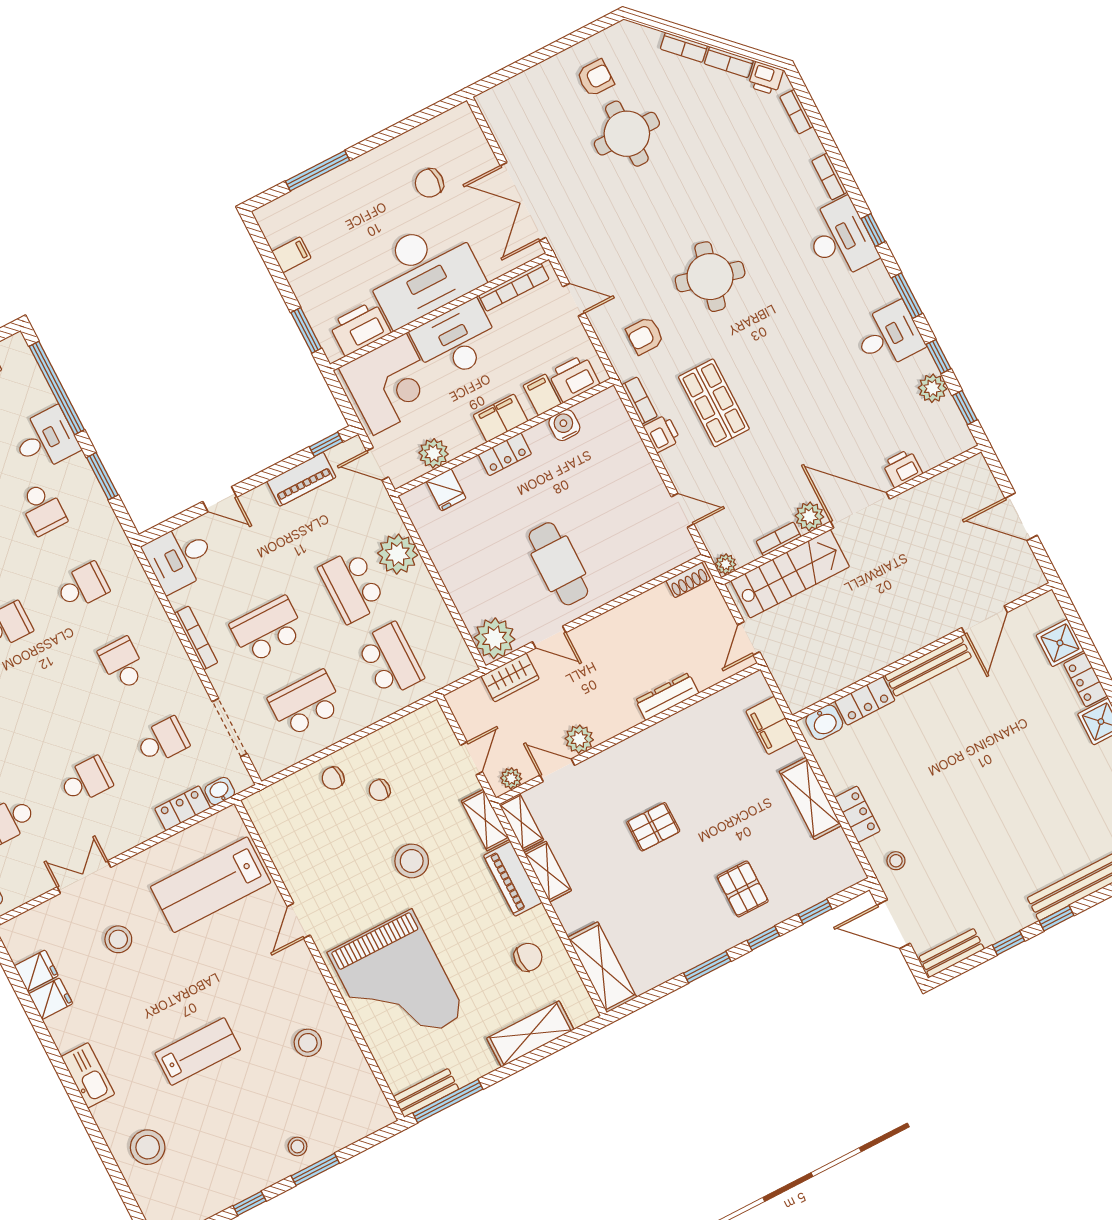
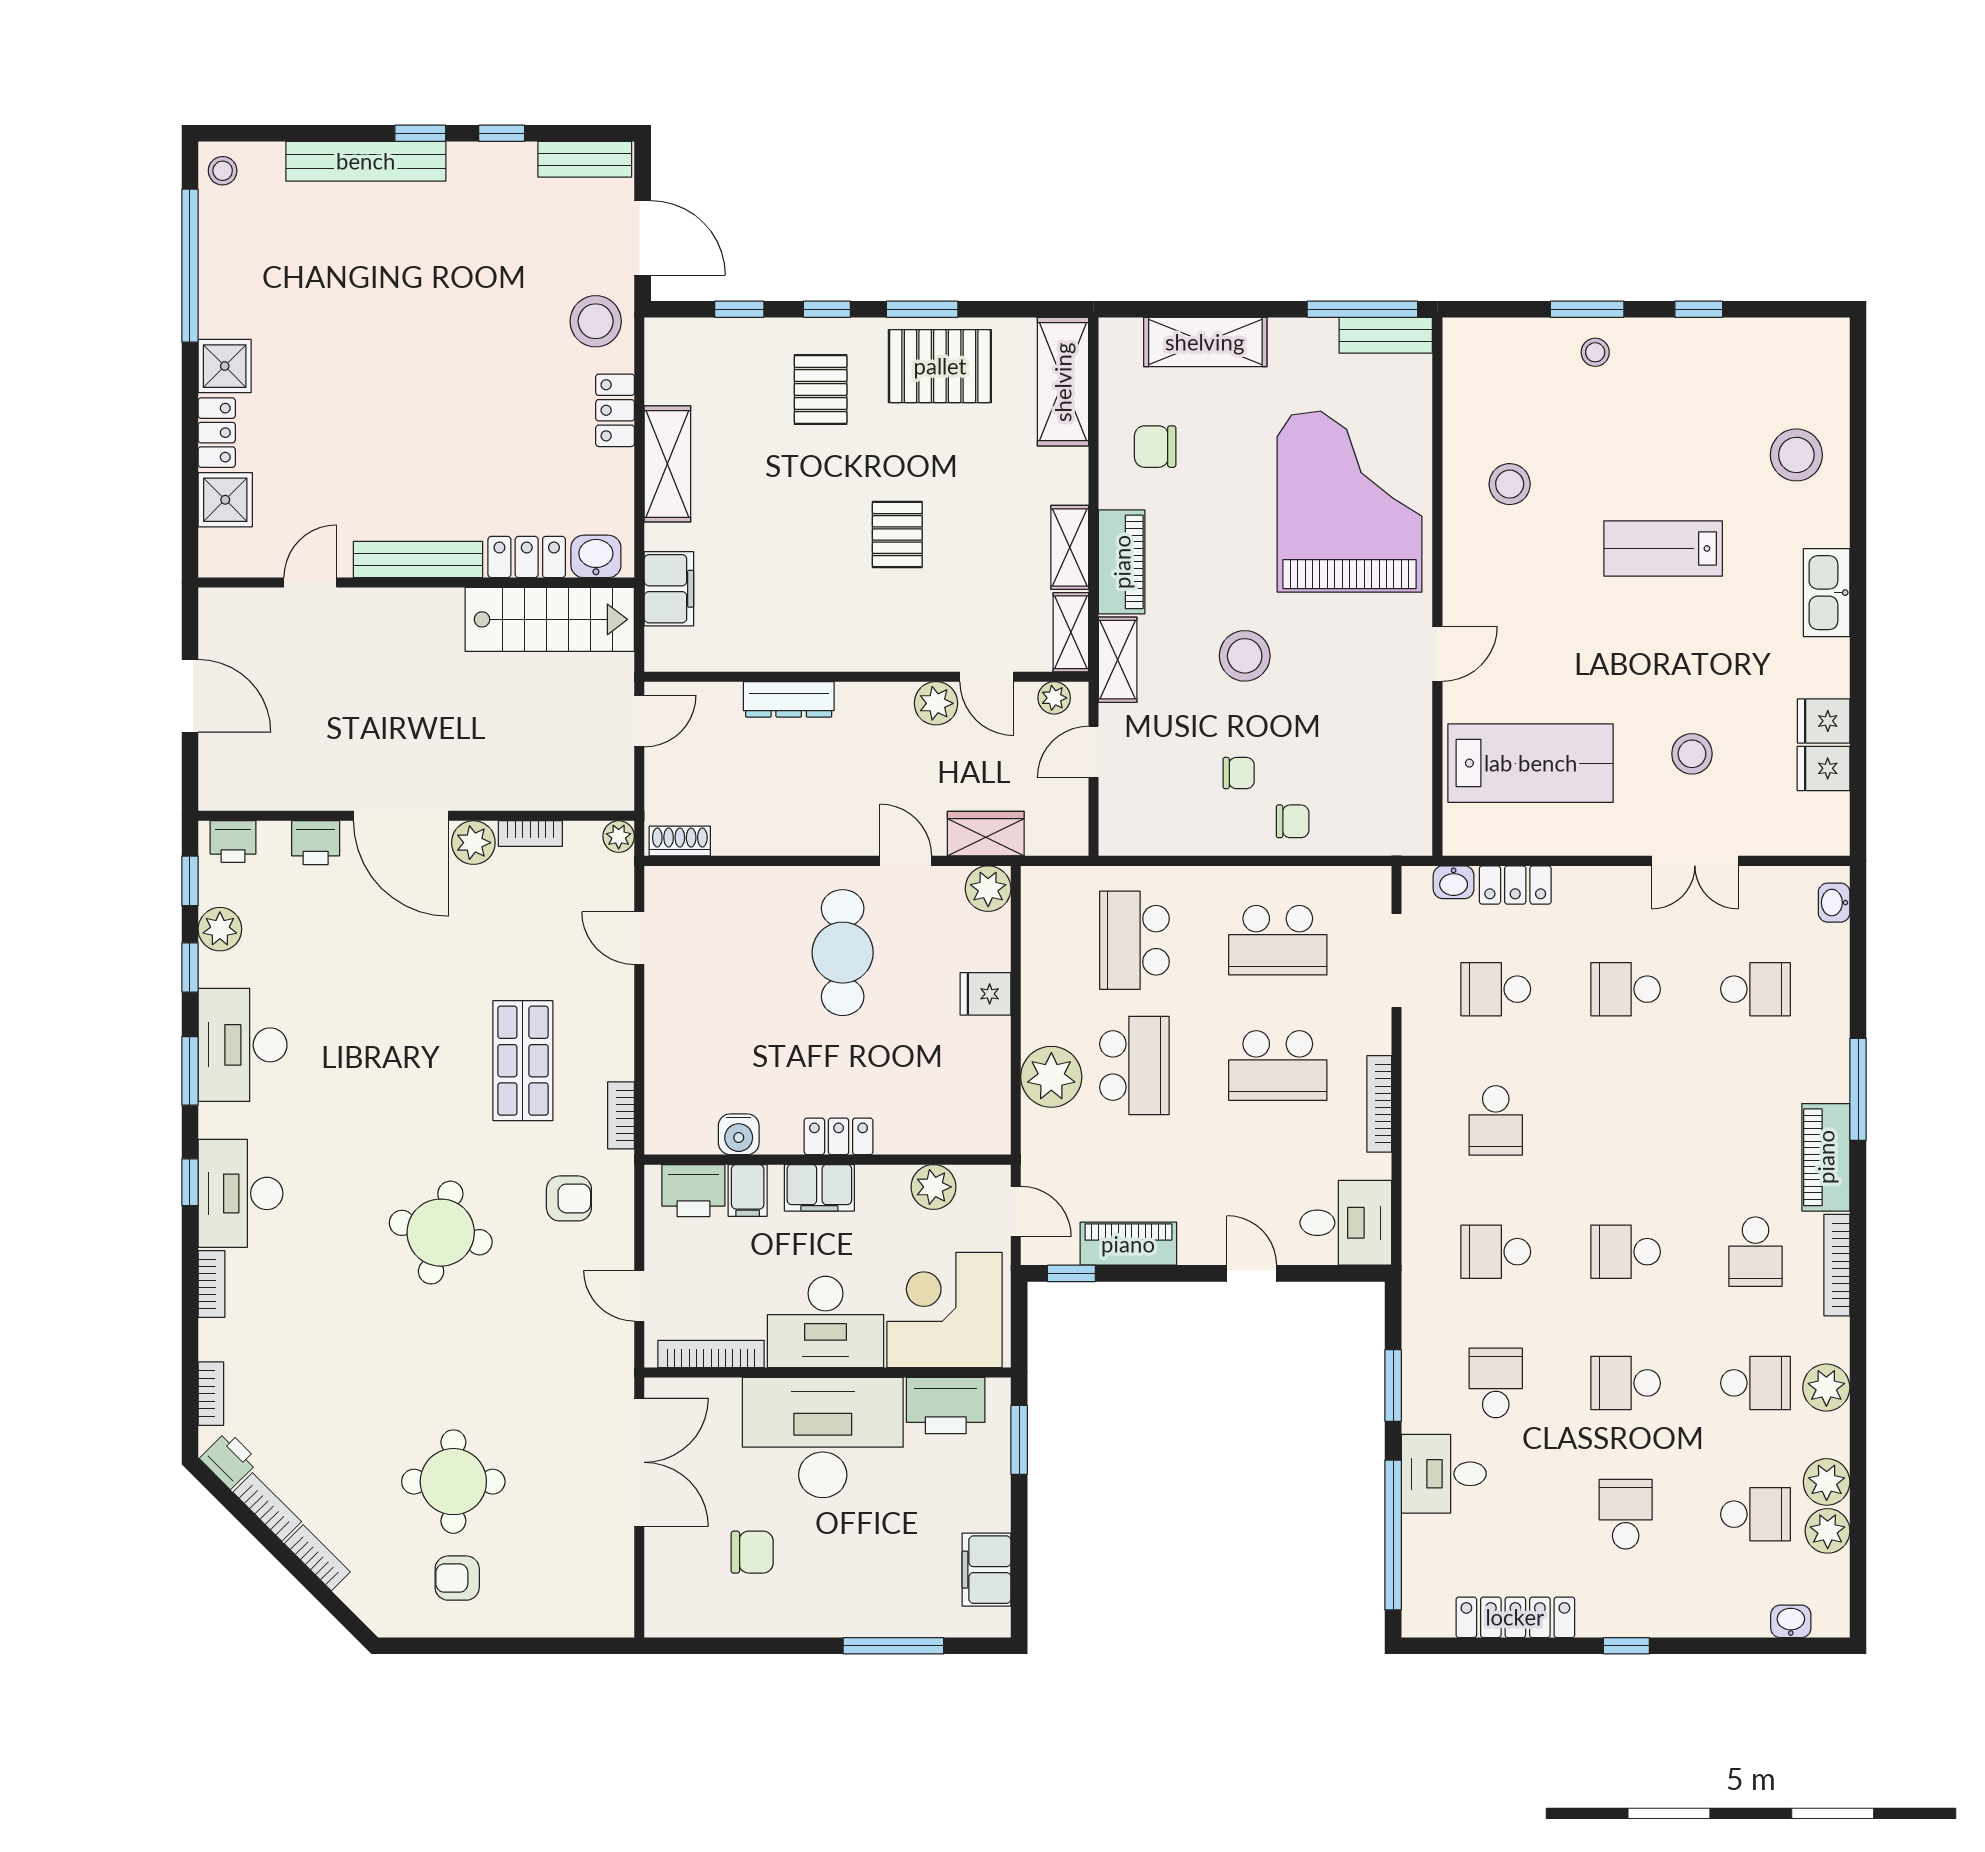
filing cabinet: (291, 255) -> (987, 1570), width x2.00
desk: (889, 336) -> (243, 1045), width x1.37
printer: (662, 433) -> (233, 842), moved, turned -90
fridge: (446, 490) -> (986, 994), moved, turned -90
stairs: (790, 574) -> (550, 619), moved, turned 180
door: (985, 620) -> (310, 583), width x0.73
plant: (494, 638) -> (988, 889), width x0.73, depth x0.73
pallet: (653, 827) -> (897, 535), turned 90
stool: (896, 861) -> (596, 321), width x1.89, depth x1.89
pallet: (679, 939) -> (940, 366), added

